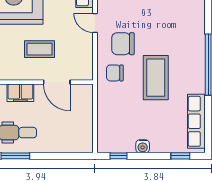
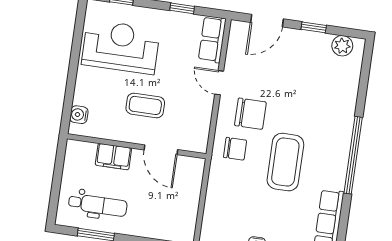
chair: (123, 44) -> (250, 114), turned 180
chair: (115, 73) -> (235, 149), turned 180

